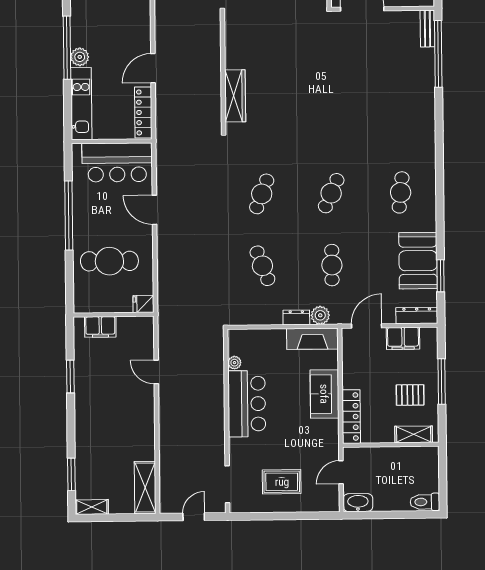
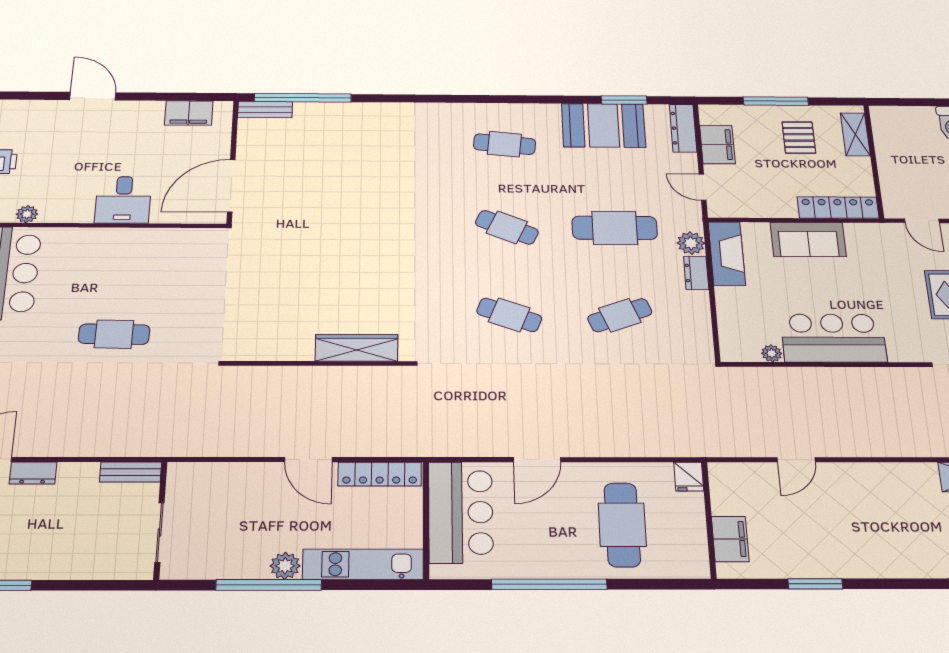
cafe table: (332, 265) -> (615, 228), width x1.37, depth x1.35
door: (367, 326) -> (703, 187), width x0.73

